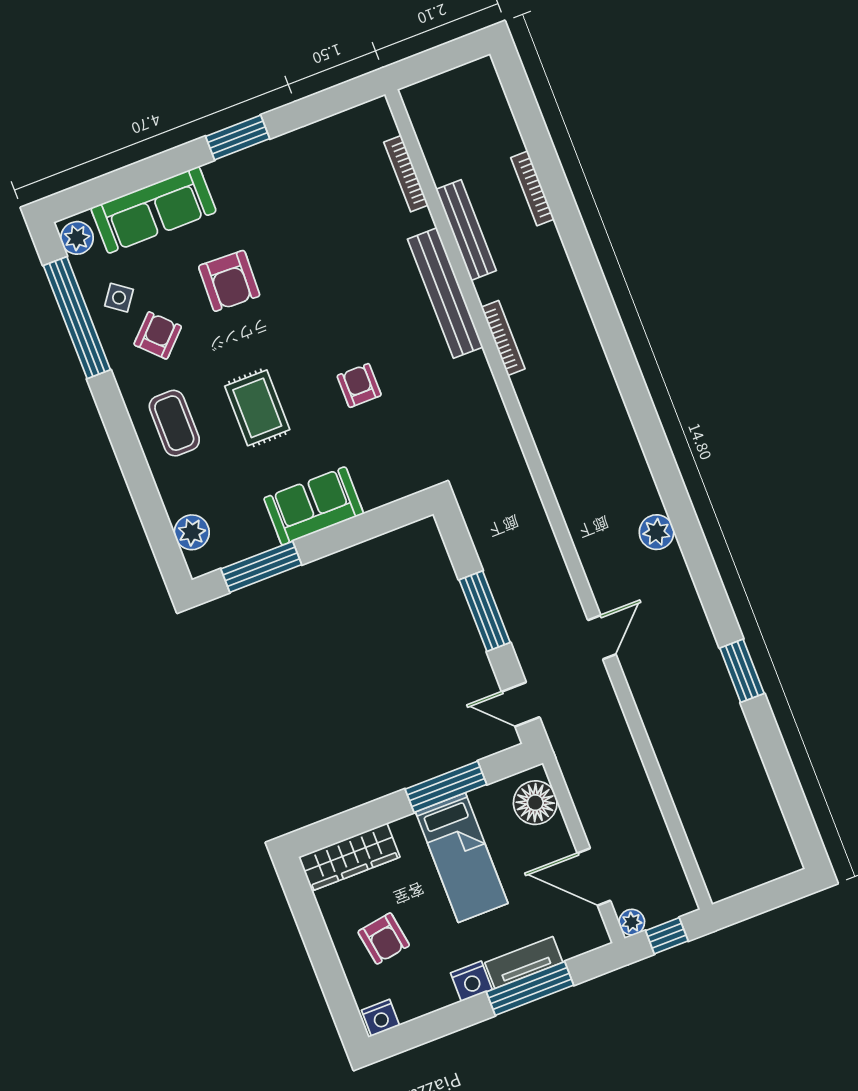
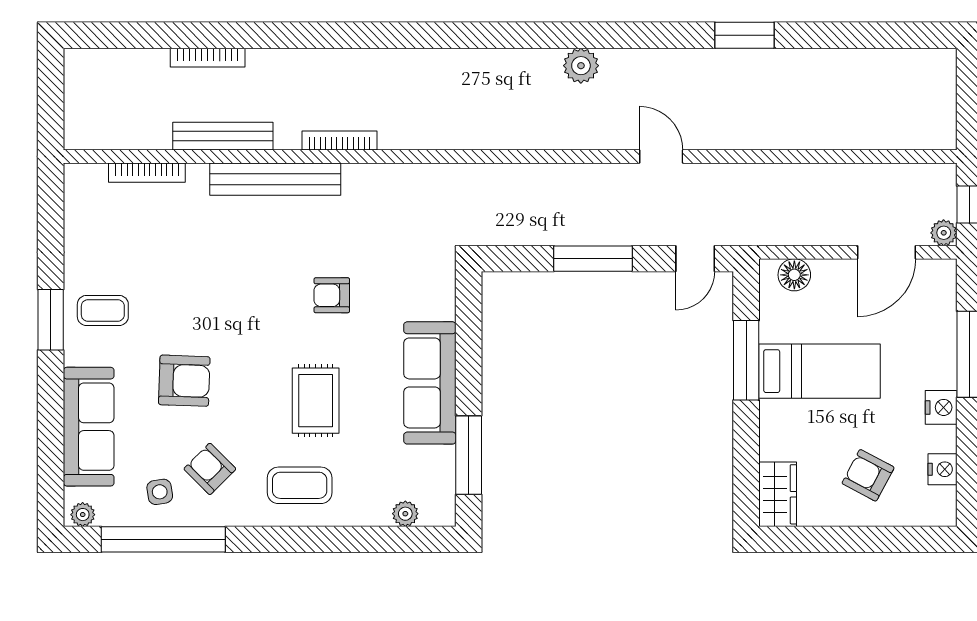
coffee table: (265, 182) -> (103, 310), added
plant: (77, 238) -> (83, 515), width x0.73, depth x0.73
side table: (119, 298) -> (160, 492), turned 45
rug: (257, 408) -> (316, 401), turned 90
sofa: (314, 506) -> (430, 383), width x1.36
plant: (192, 532) -> (405, 514), width x0.73, depth x0.73
floor lamp: (535, 803) -> (794, 275), width x0.73, depth x0.73
wardrobe: (349, 857) -> (778, 494), width x0.67
armchair: (384, 939) -> (868, 475), turned -143
tv unit: (524, 963) -> (943, 351), removed
nightstand: (381, 1018) -> (942, 469), moved

